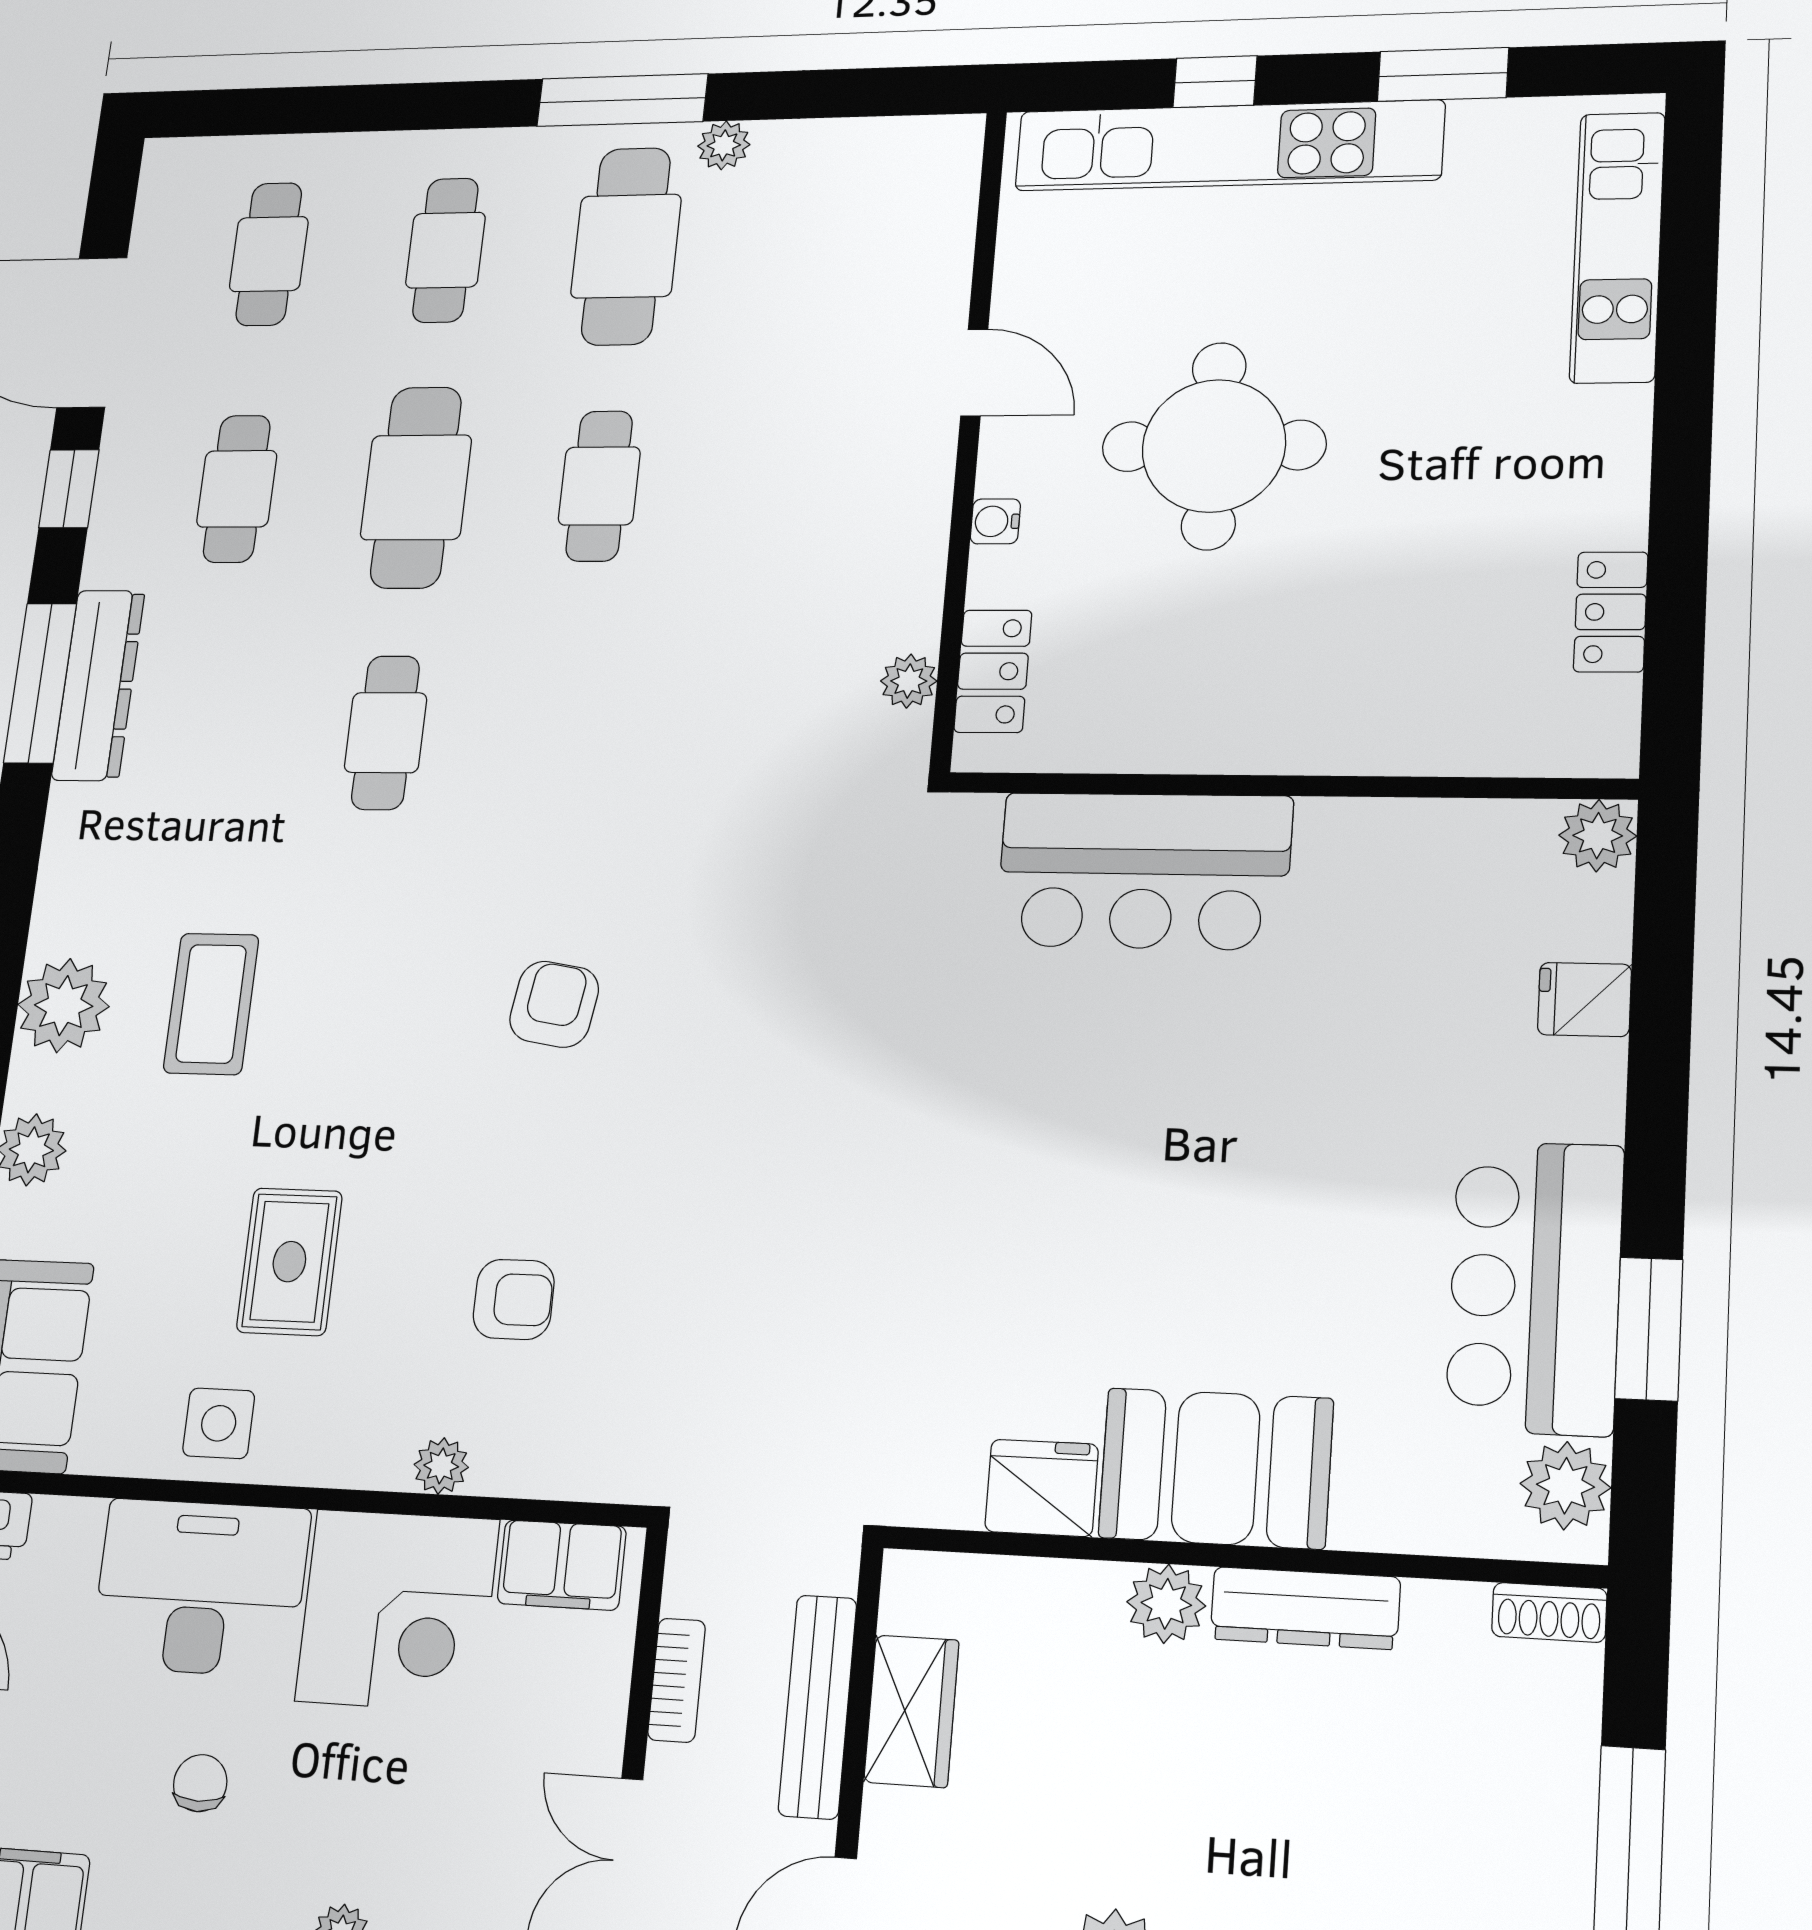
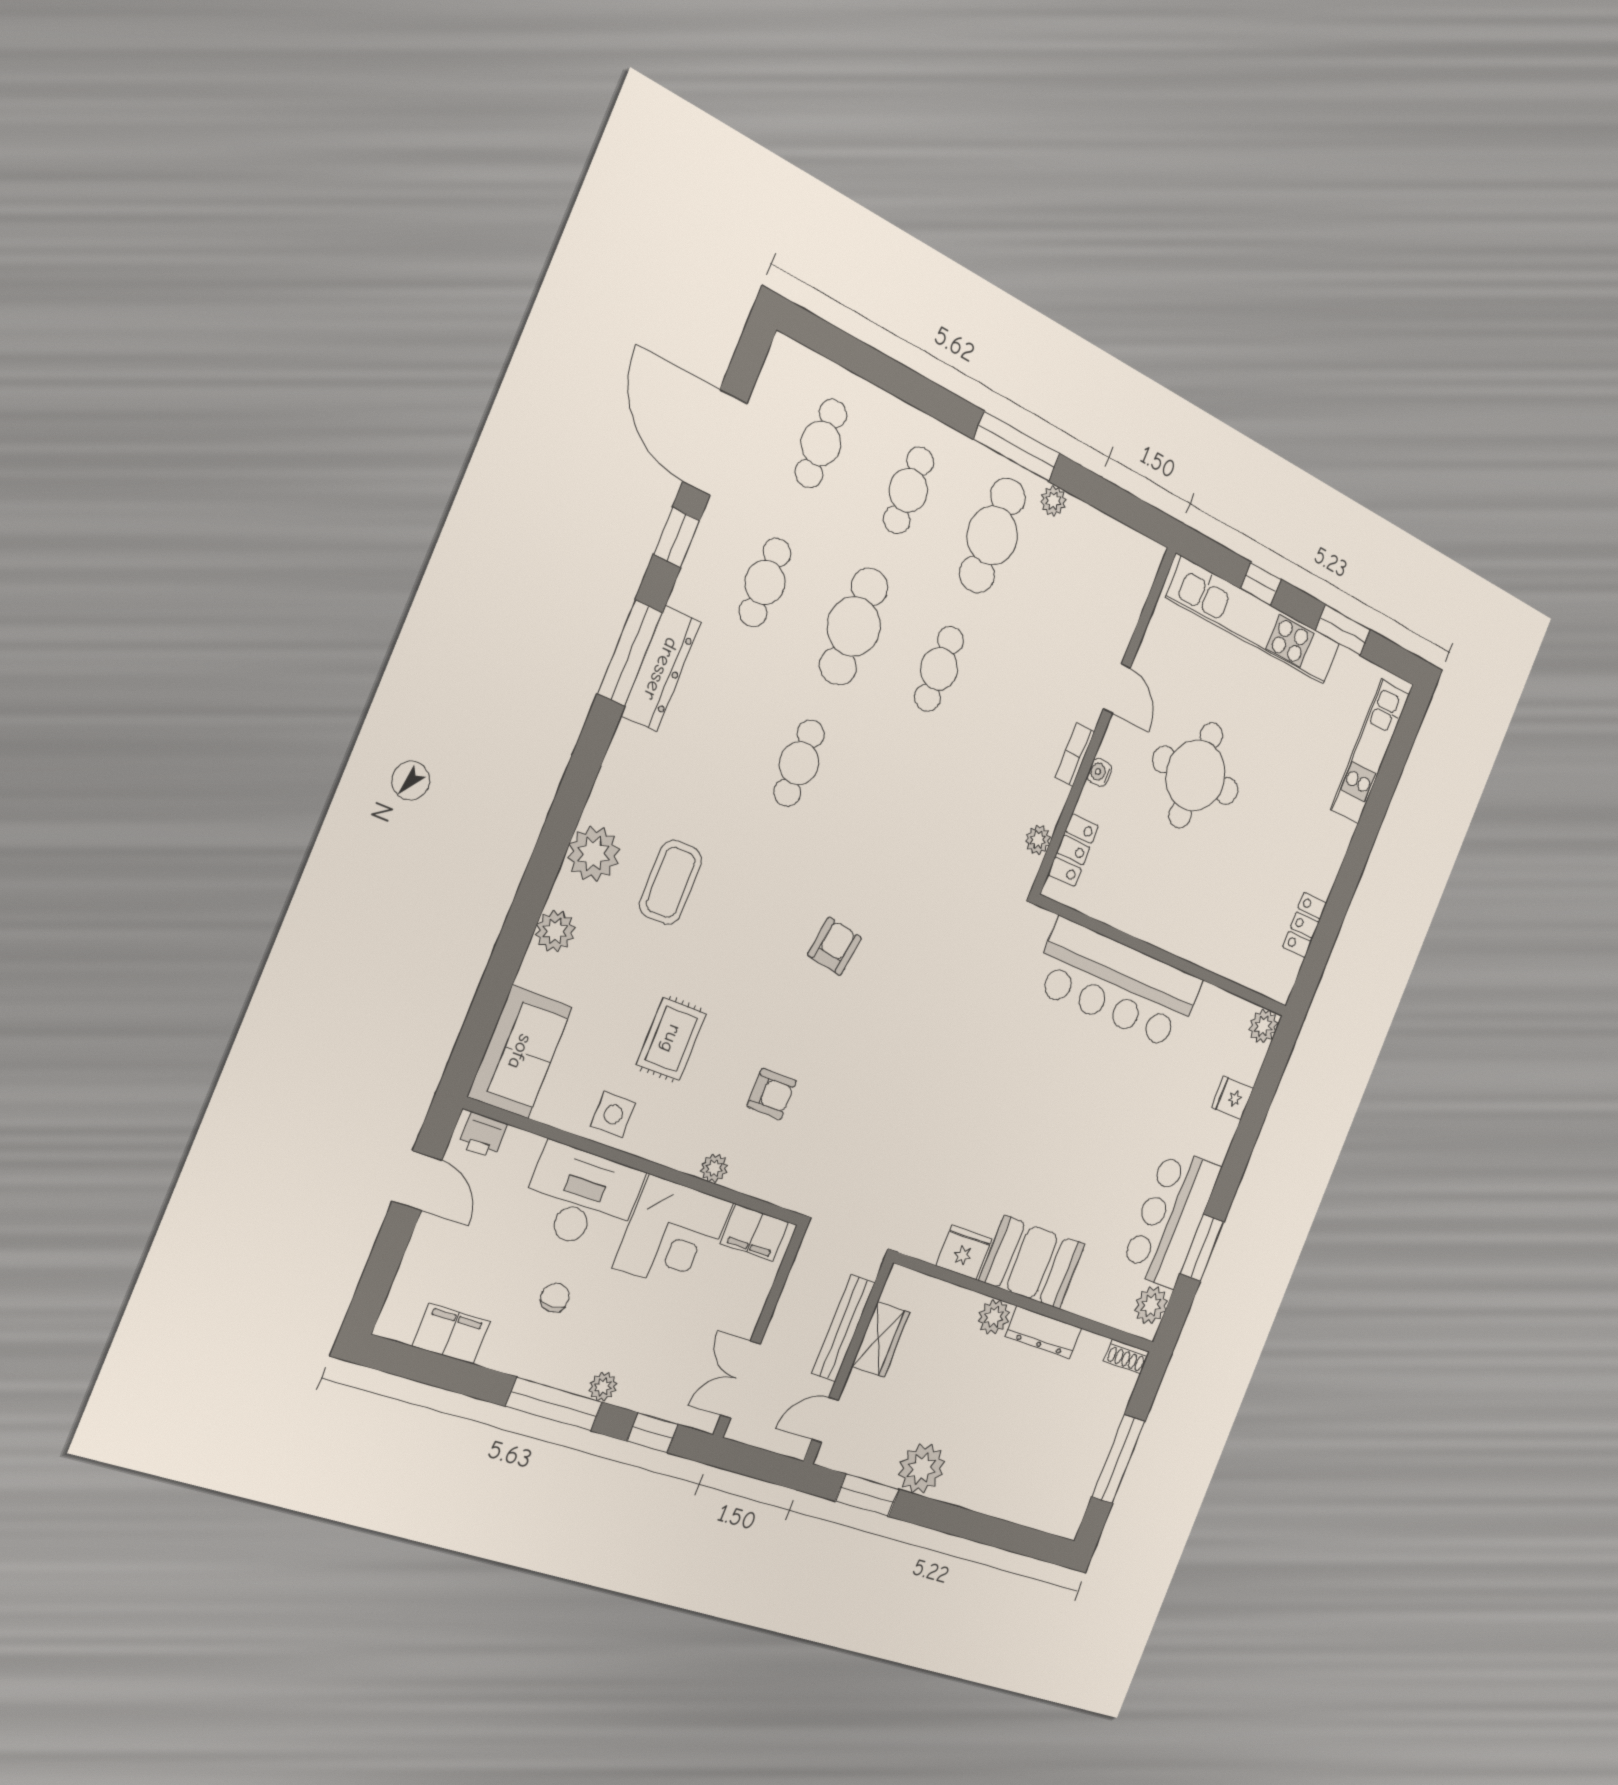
bar counter: (1144, 871) -> (1118, 984), width x1.36
bookcase: (677, 1680) -> (1075, 755), moved, turned 180

